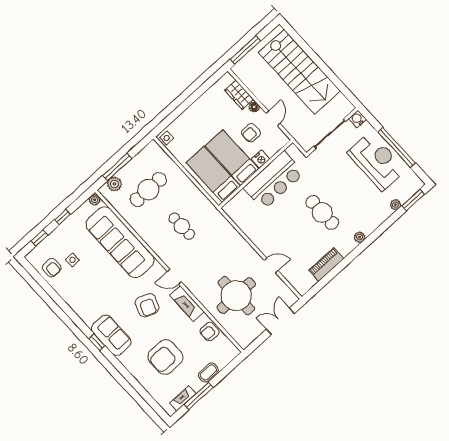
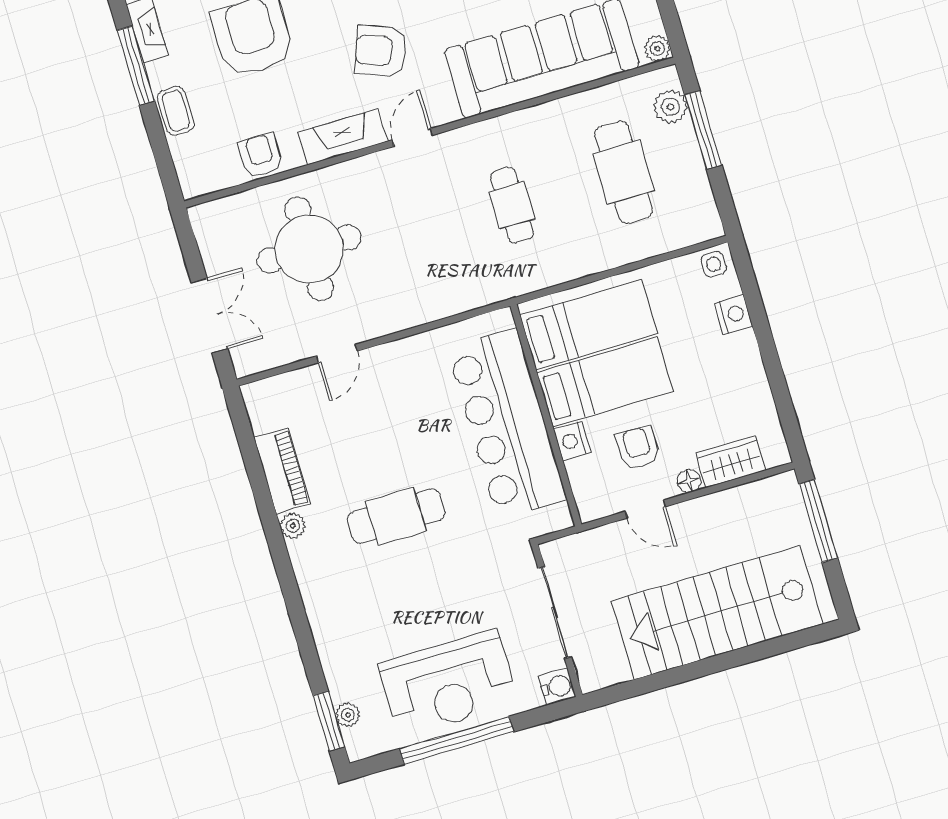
nightstand: (182, 121) -> (733, 314), added
bar counter: (274, 180) -> (507, 424), width x1.36
plant: (396, 205) -> (348, 715), moved
cafe table: (182, 226) -> (512, 205), turned 90
plant: (359, 237) -> (293, 526), moved

